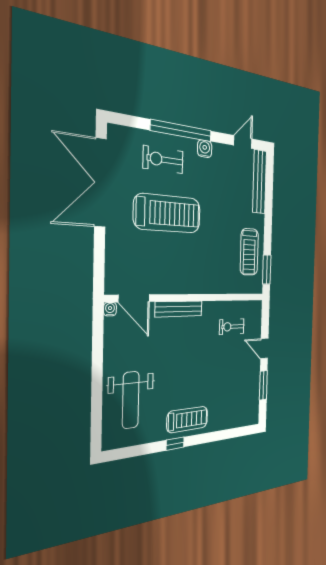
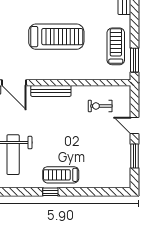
treadmill: (168, 213) -> (56, 37), moved
treadmill: (249, 252) -> (116, 46), turned 180
treadmill: (187, 419) -> (61, 175), turned 180

